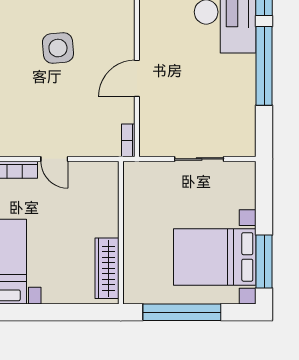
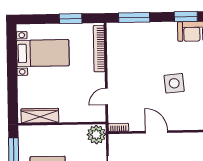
door: (54, 159) -> (106, 97), moved
plant: (140, 177) -> (96, 135), added

